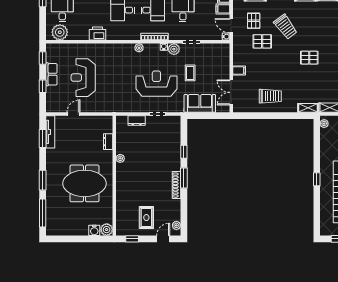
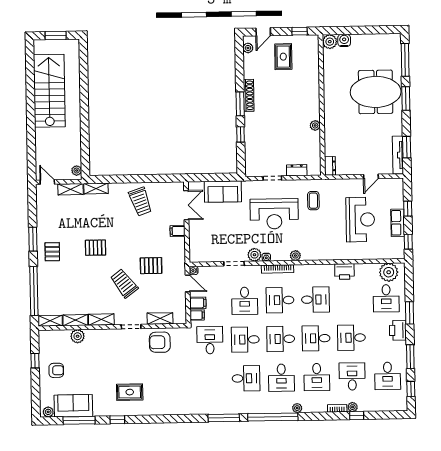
pallet: (254, 21) -> (161, 290), removed
coffee table: (190, 73) -> (313, 201), moved
trolley: (270, 96) -> (140, 202), turned -109
dresser: (108, 142) -> (330, 166), moved
window: (317, 179) -> (84, 105), removed
meeting table: (84, 183) -> (376, 92), moved

